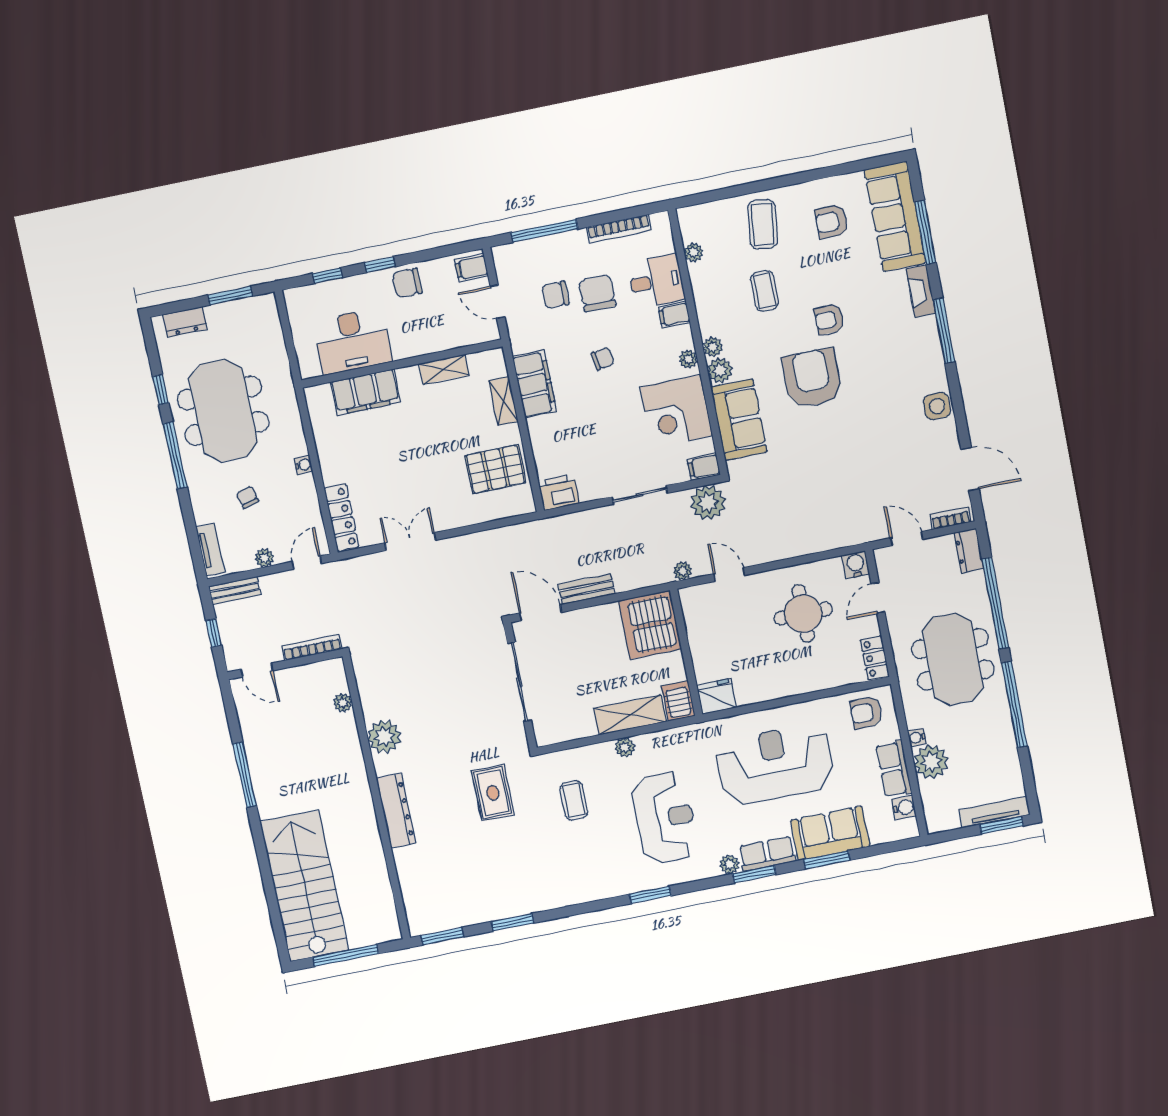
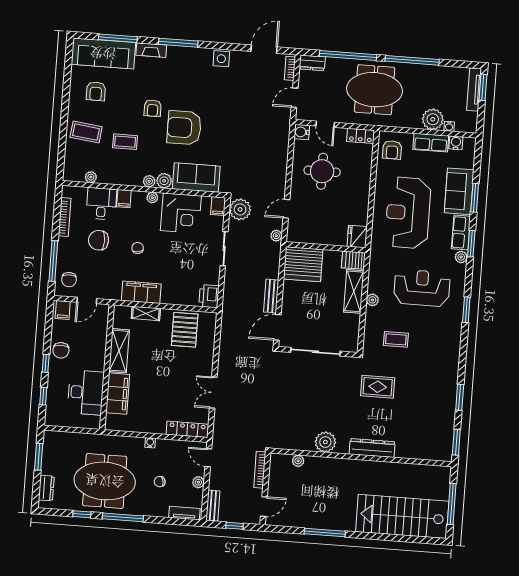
chair: (555, 295) -> (69, 280), moved
shelving: (444, 369) -> (119, 351), width x1.50, depth x1.33
water cooler: (917, 737) -> (449, 126), moved

